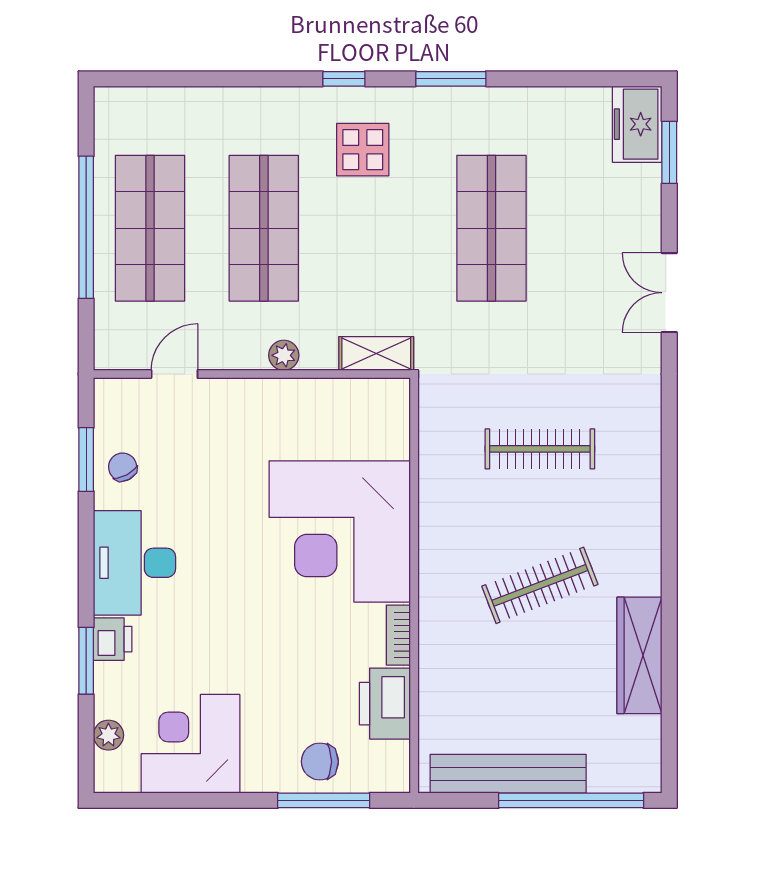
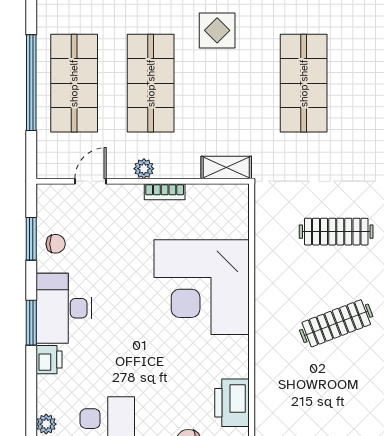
plant: (284, 355) -> (144, 169), moved
chair: (123, 467) -> (56, 244), turned 118
bookcase: (398, 635) -> (165, 192), moved, turned -90
window: (86, 661) -> (31, 323), moved

